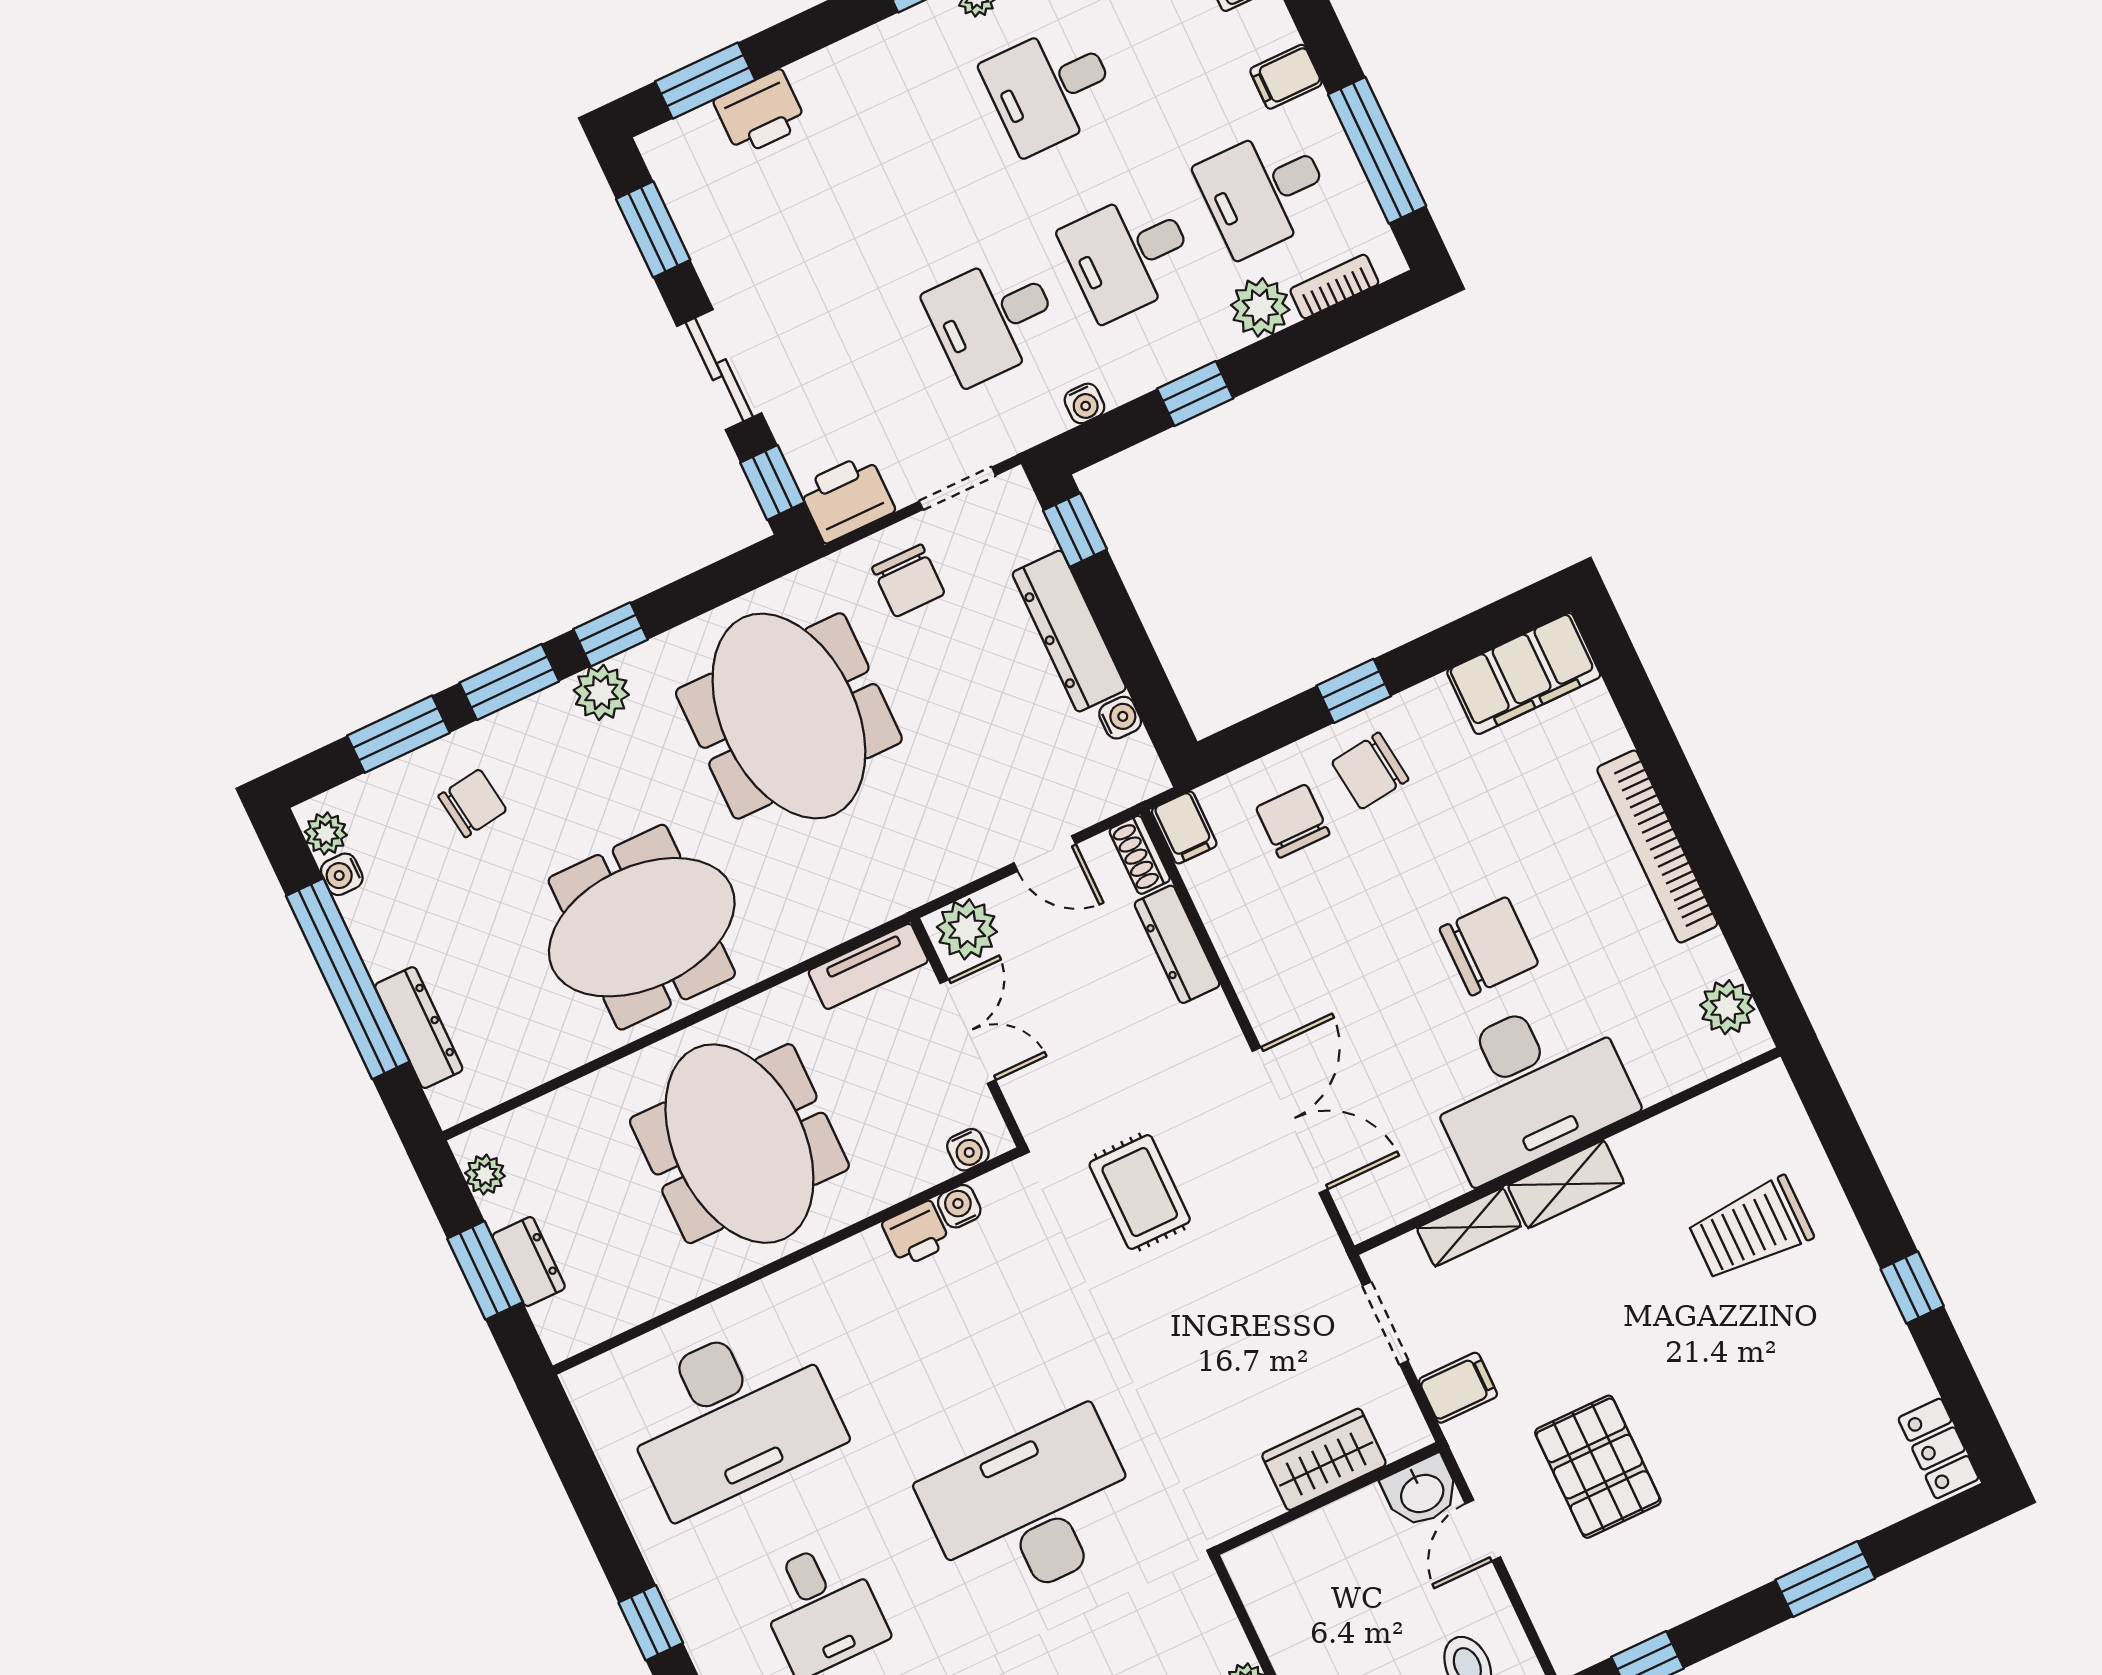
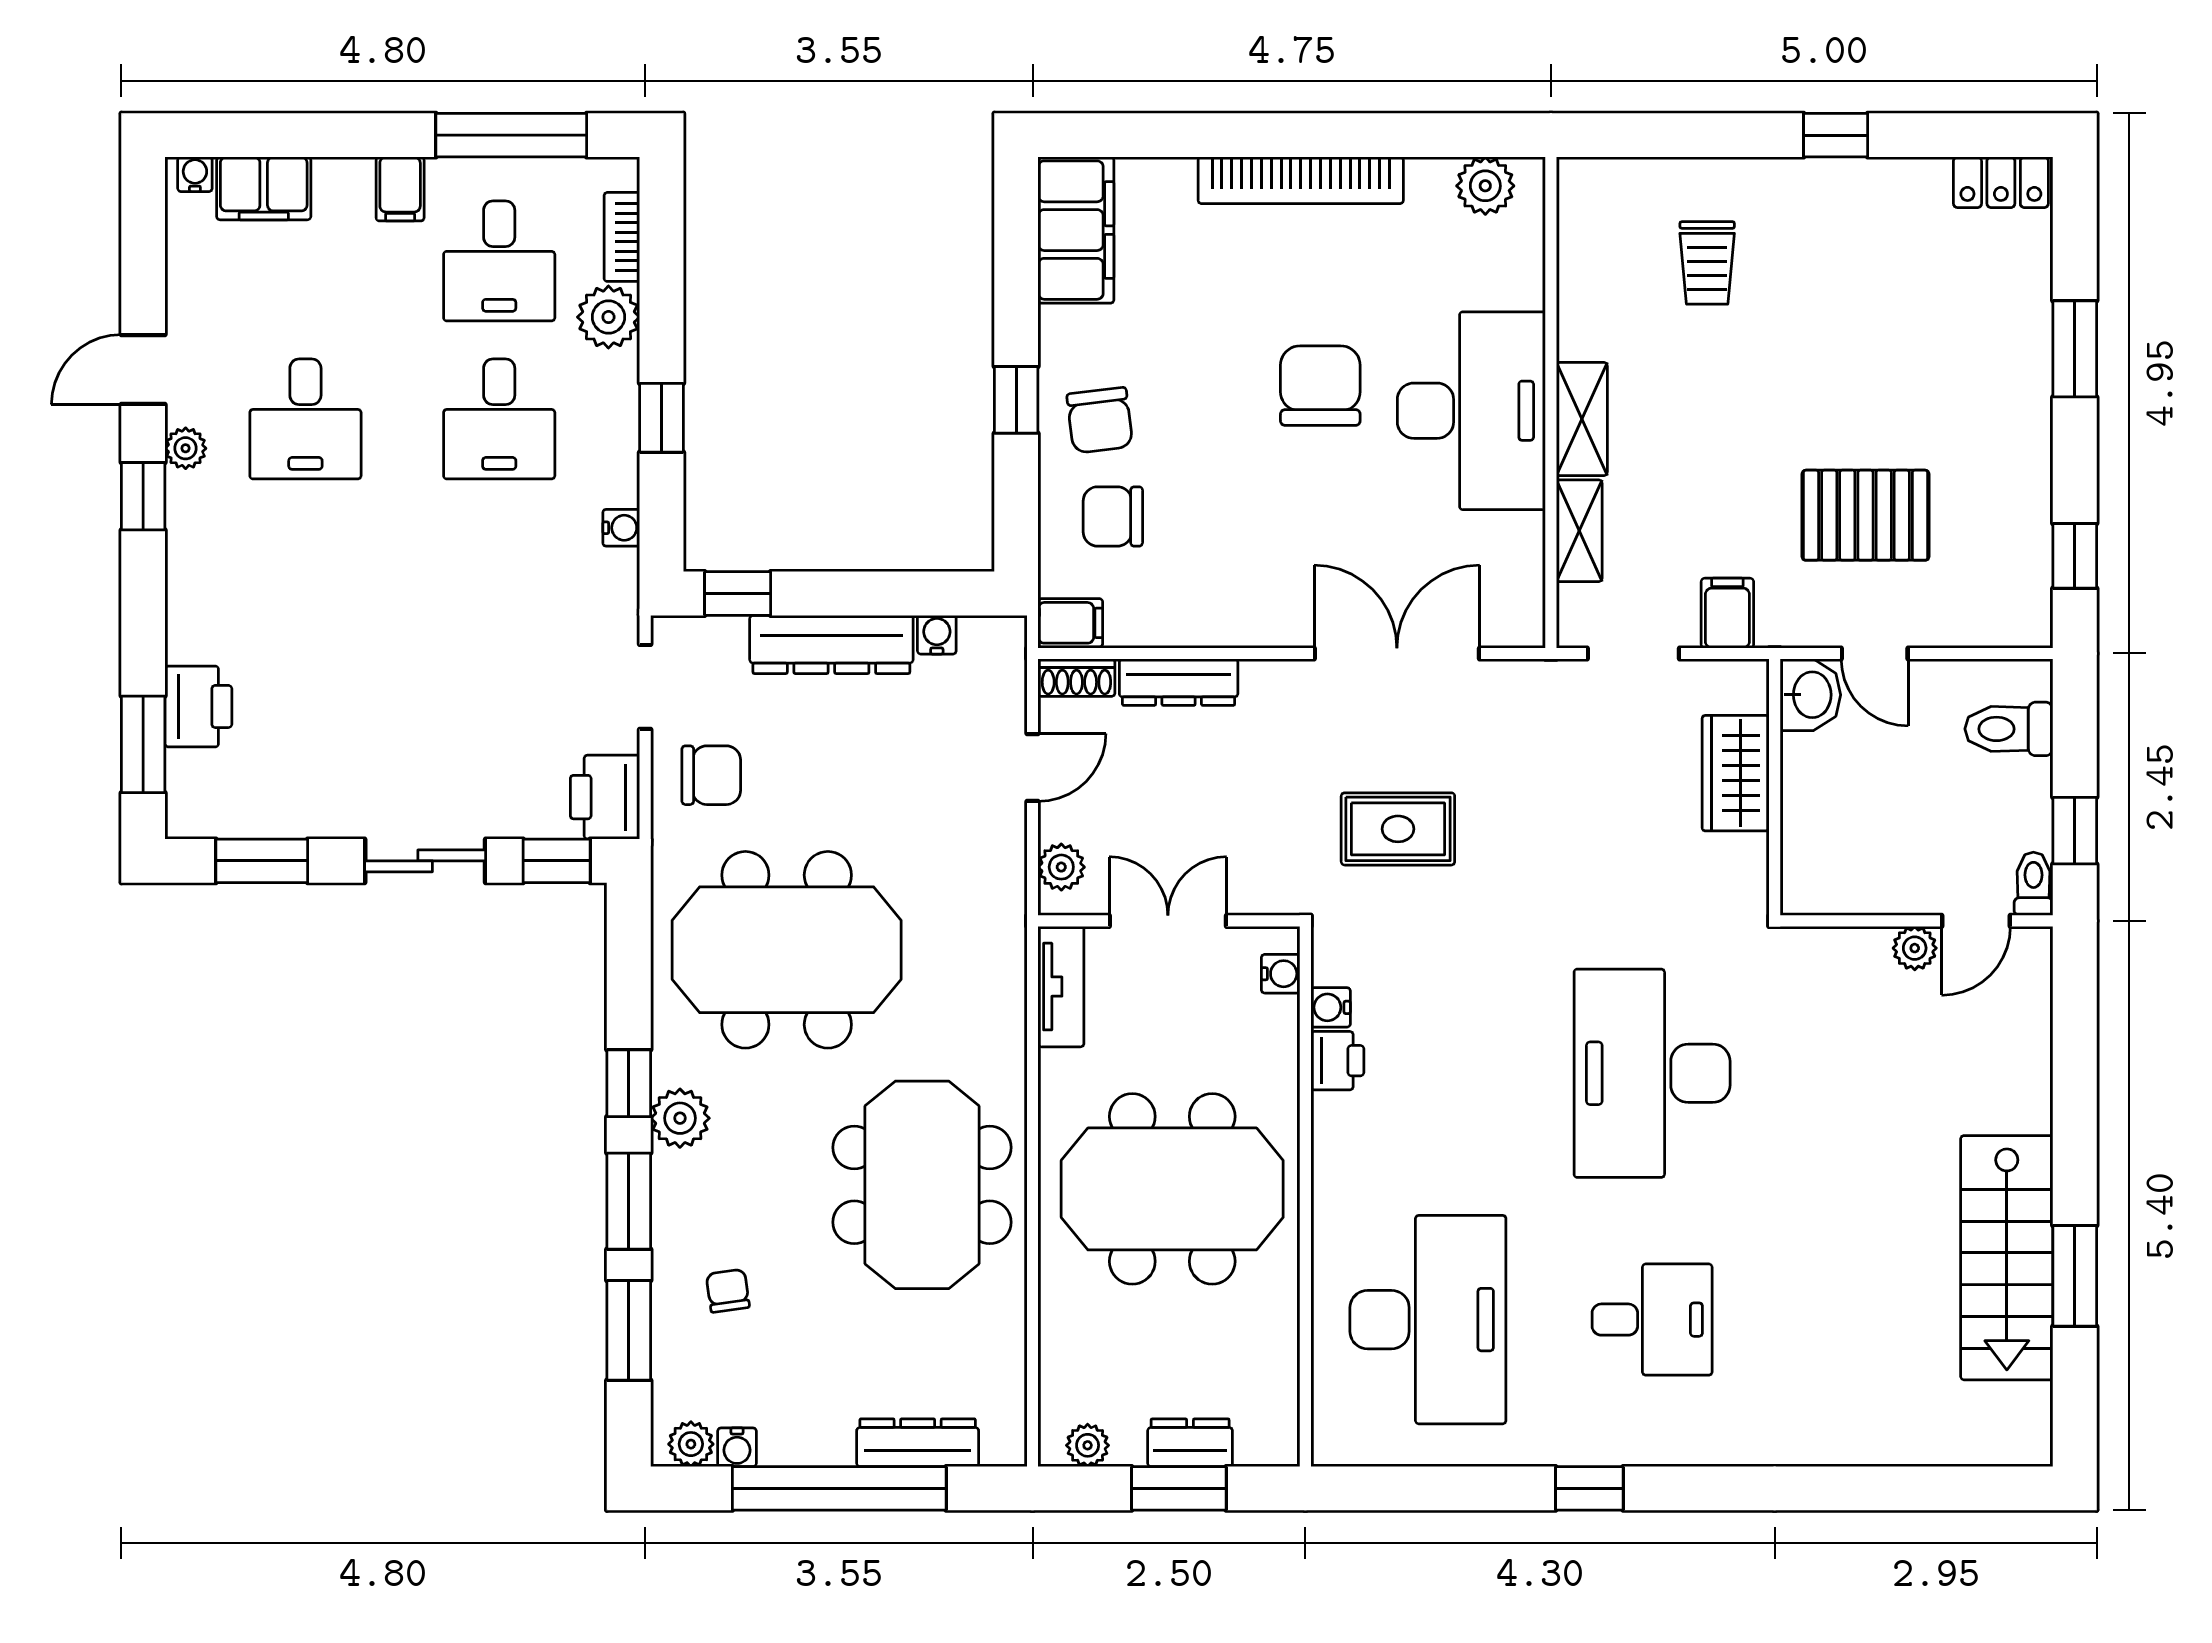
desk: (993, 319) -> (499, 577), removed
chair: (472, 803) -> (728, 1291), width x0.73, depth x0.73
plant: (967, 929) -> (1061, 867), width x0.73, depth x0.73
trolley: (1751, 1229) -> (1707, 263), width x0.73, depth x0.72

